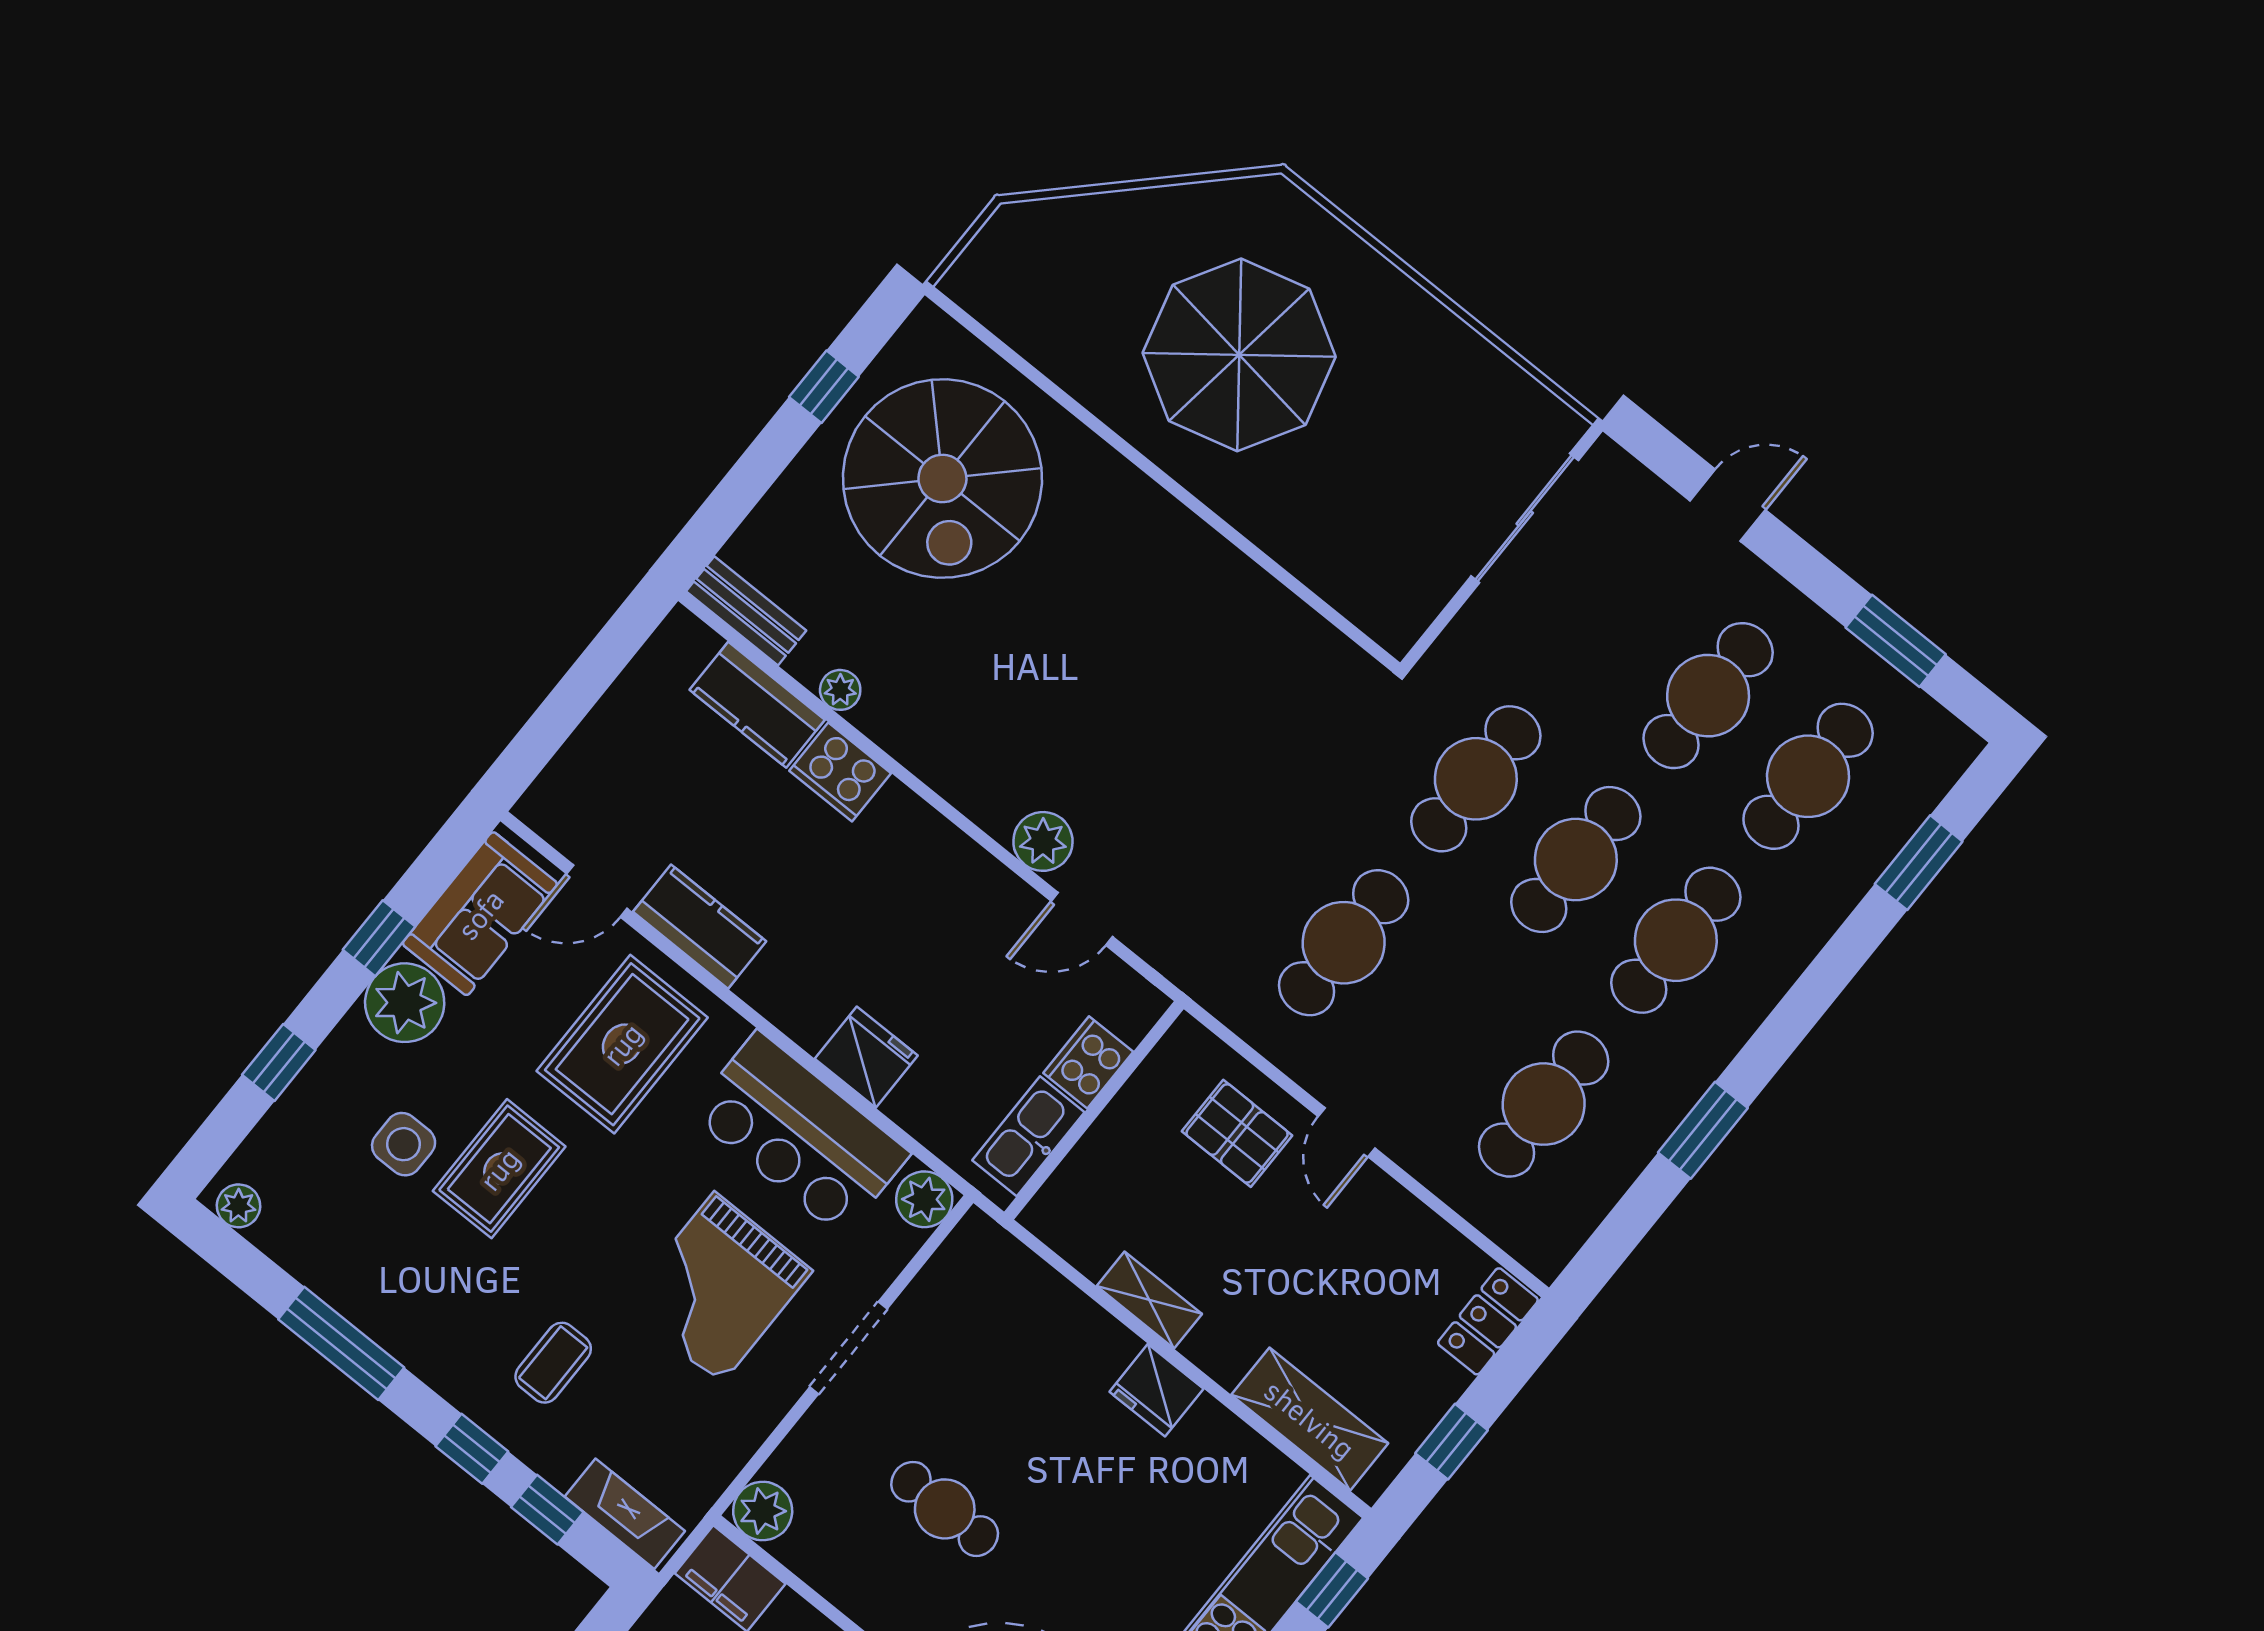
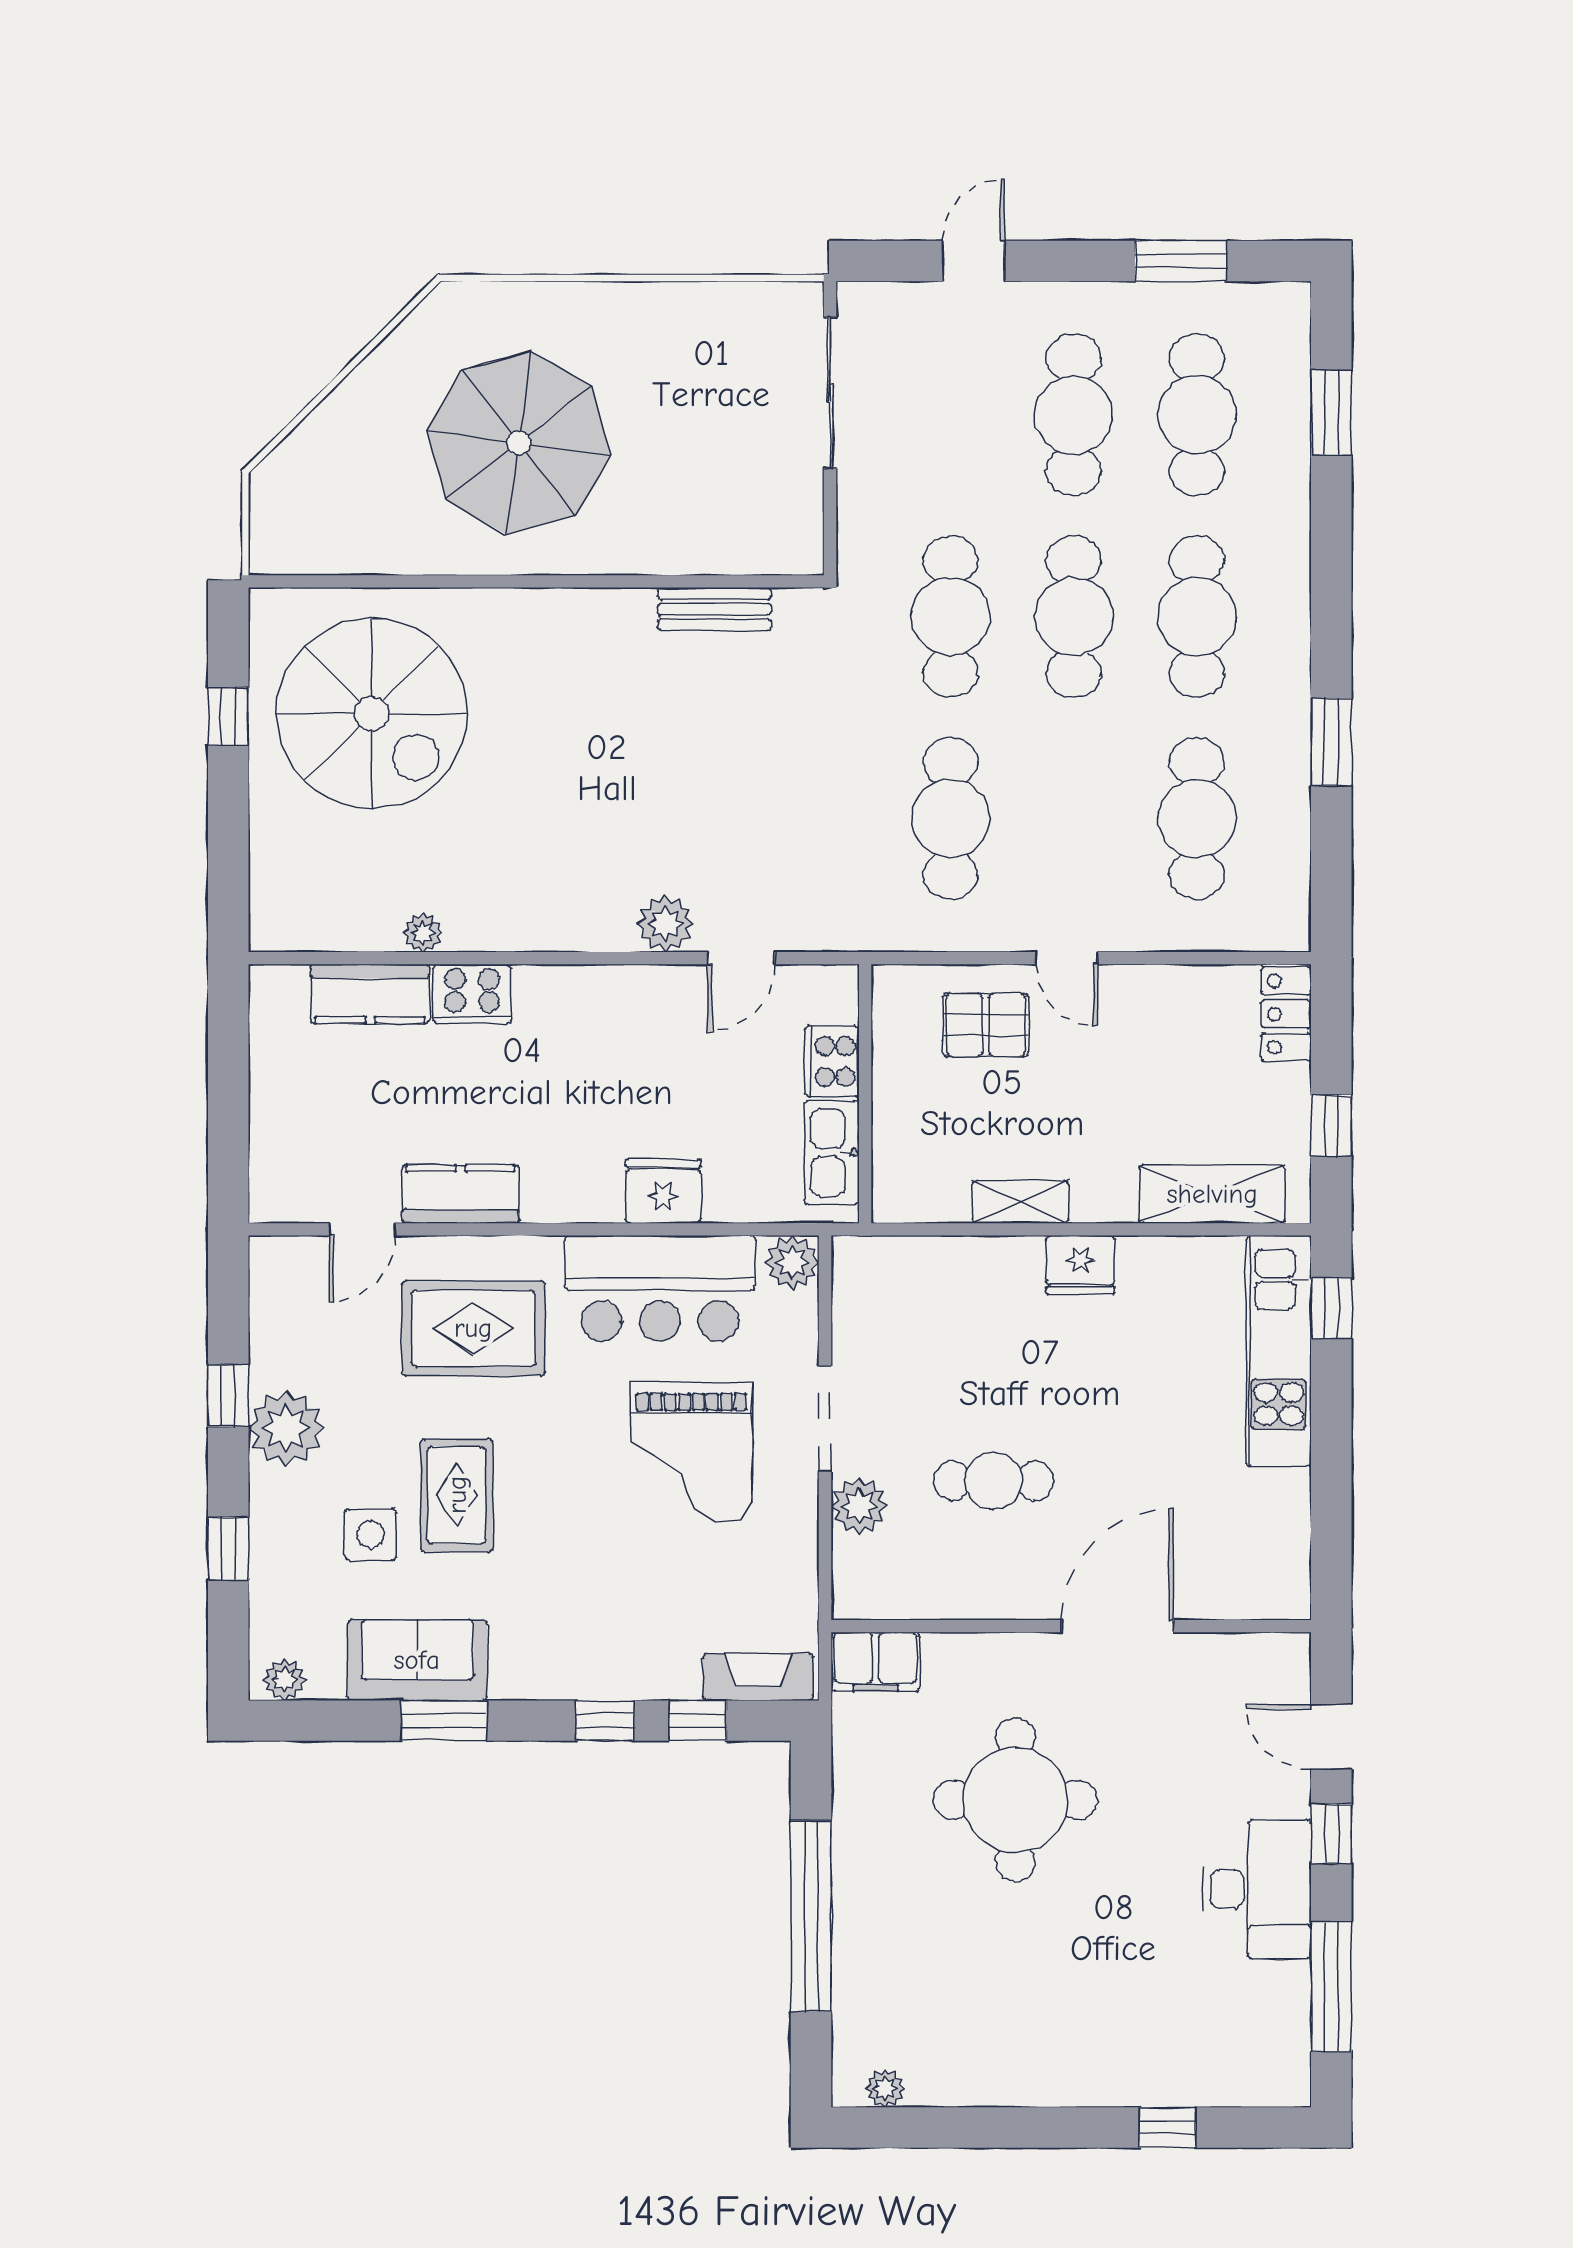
bench: (746, 611) -> (714, 609), moved
sofa: (480, 914) -> (417, 1660), moved, turned -90
rug: (622, 1044) -> (473, 1328), turned 90
window: (341, 1343) -> (444, 1721), width x0.69
coffee table: (553, 1363) -> (614, 1607), removed
plant: (763, 1511) -> (859, 1506), moved

